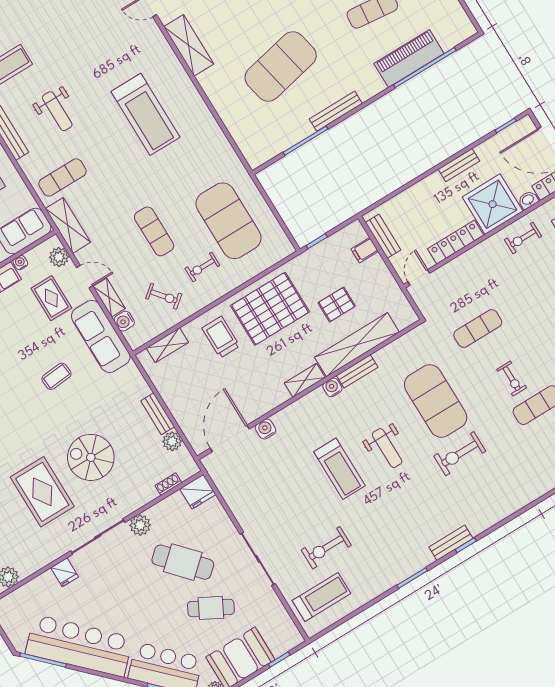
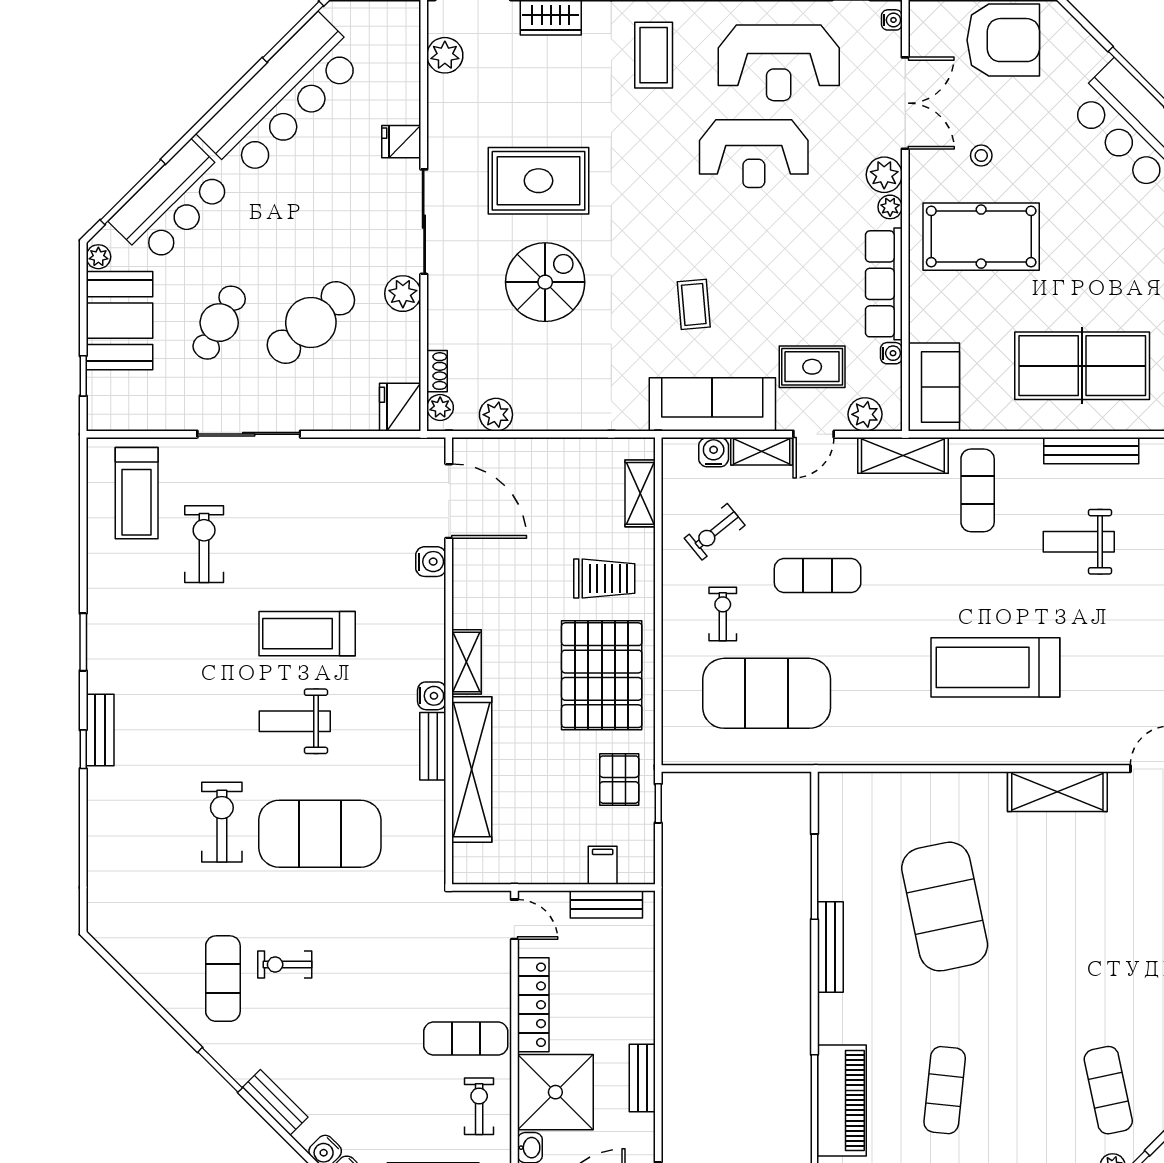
pallet: (337, 304) -> (619, 780), moved
exercise mat: (478, 329) -> (466, 1039), moved, turned 90
bench: (158, 414) -> (549, 418), removed
plant: (186, 472) -> (440, 407), added

